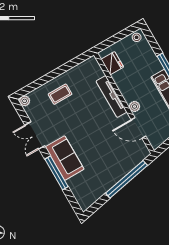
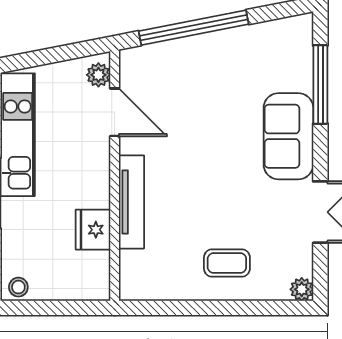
fridge: (112, 63) -> (93, 230), moved
plant: (135, 106) -> (98, 75), moved
window: (56, 173) -> (320, 85), moved

